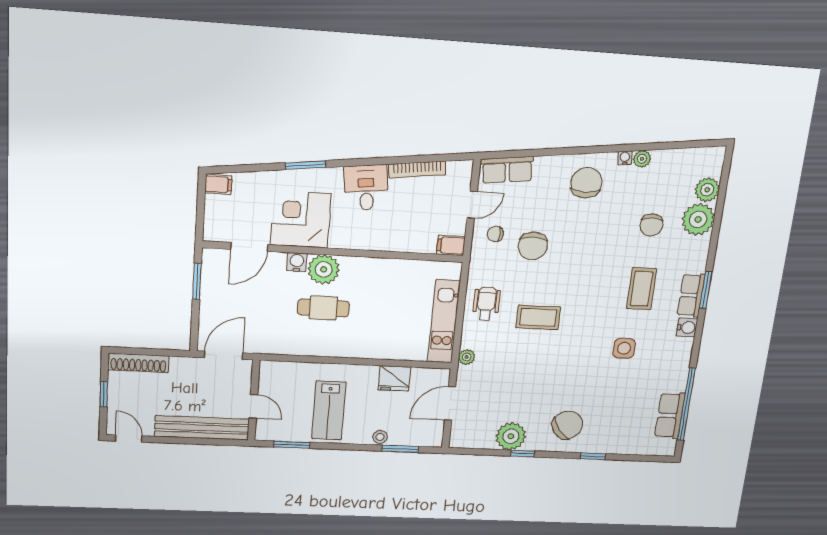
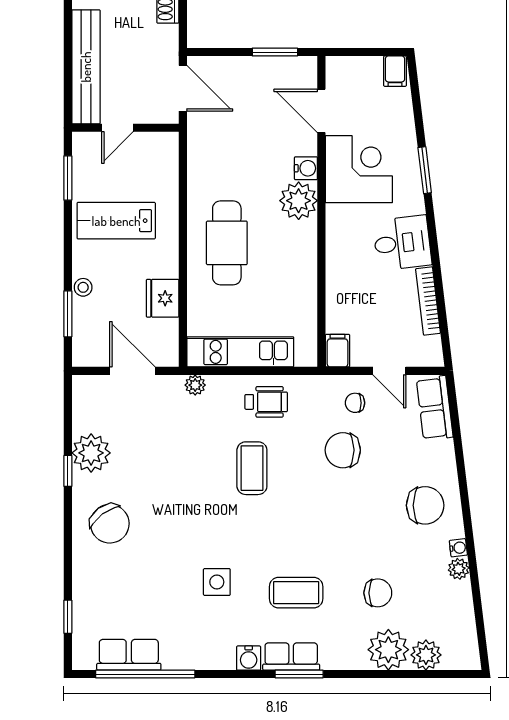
chair: (652, 225) -> (378, 593), turned 180
chair: (495, 234) -> (355, 403), turned -90
cafe table: (323, 308) -> (227, 243), moved, width x1.37, depth x1.35
window: (593, 456) -> (68, 617), moved

